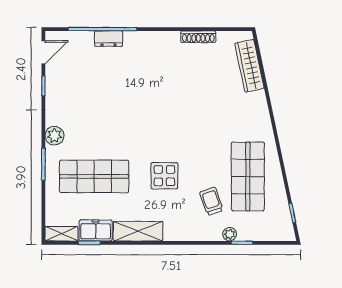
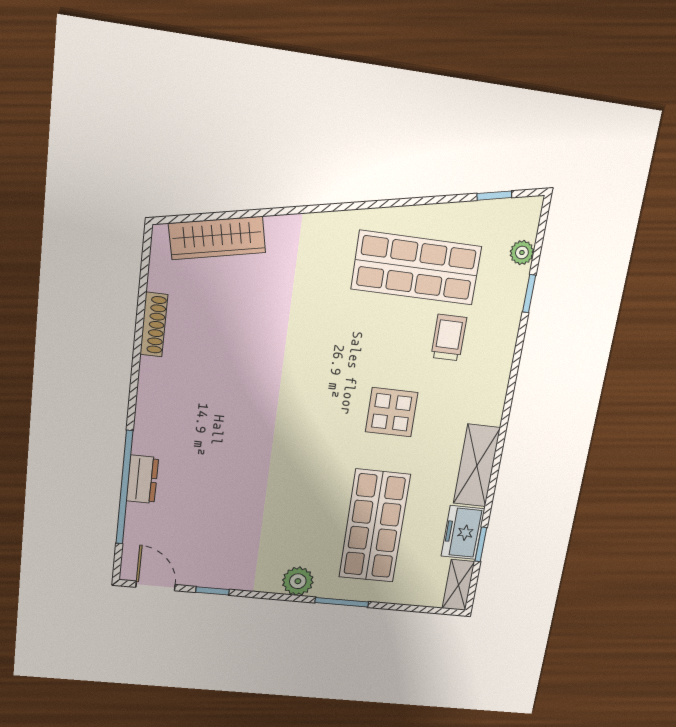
trolley: (211, 201) -> (449, 338), turned 109
plant: (230, 234) -> (522, 253), moved

